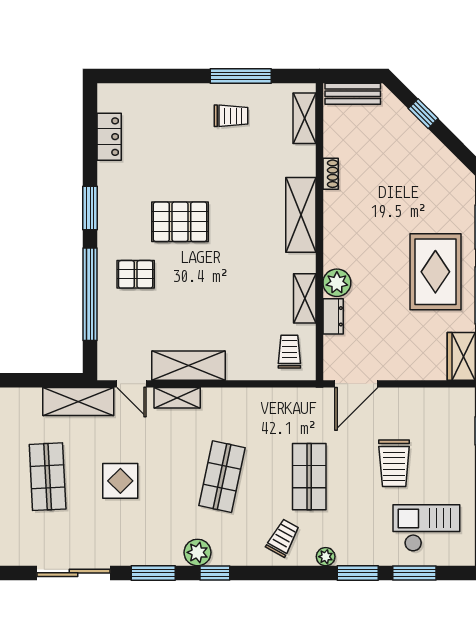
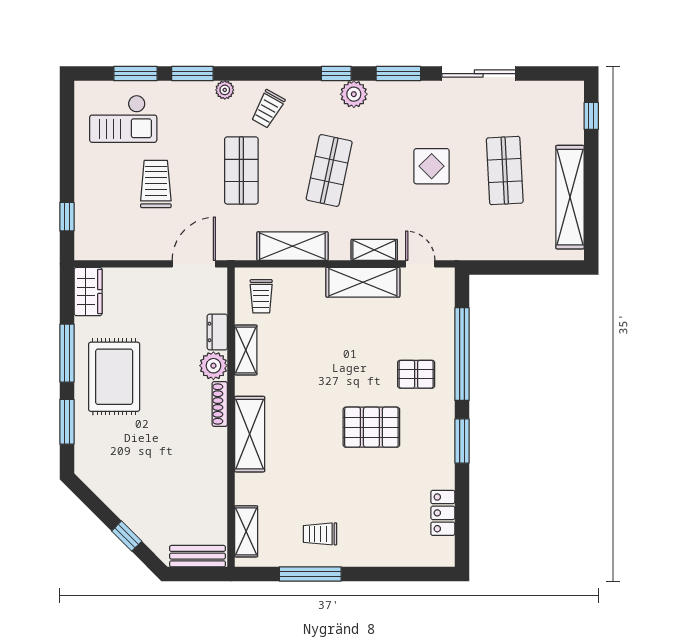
shoe rack: (331, 174) -> (220, 404), moved, width x1.43
shelving: (78, 402) -> (292, 246), moved

